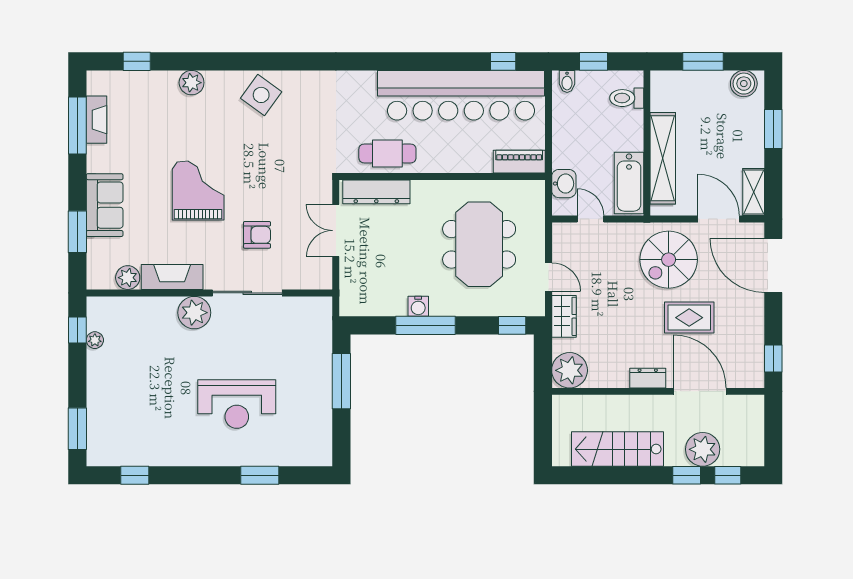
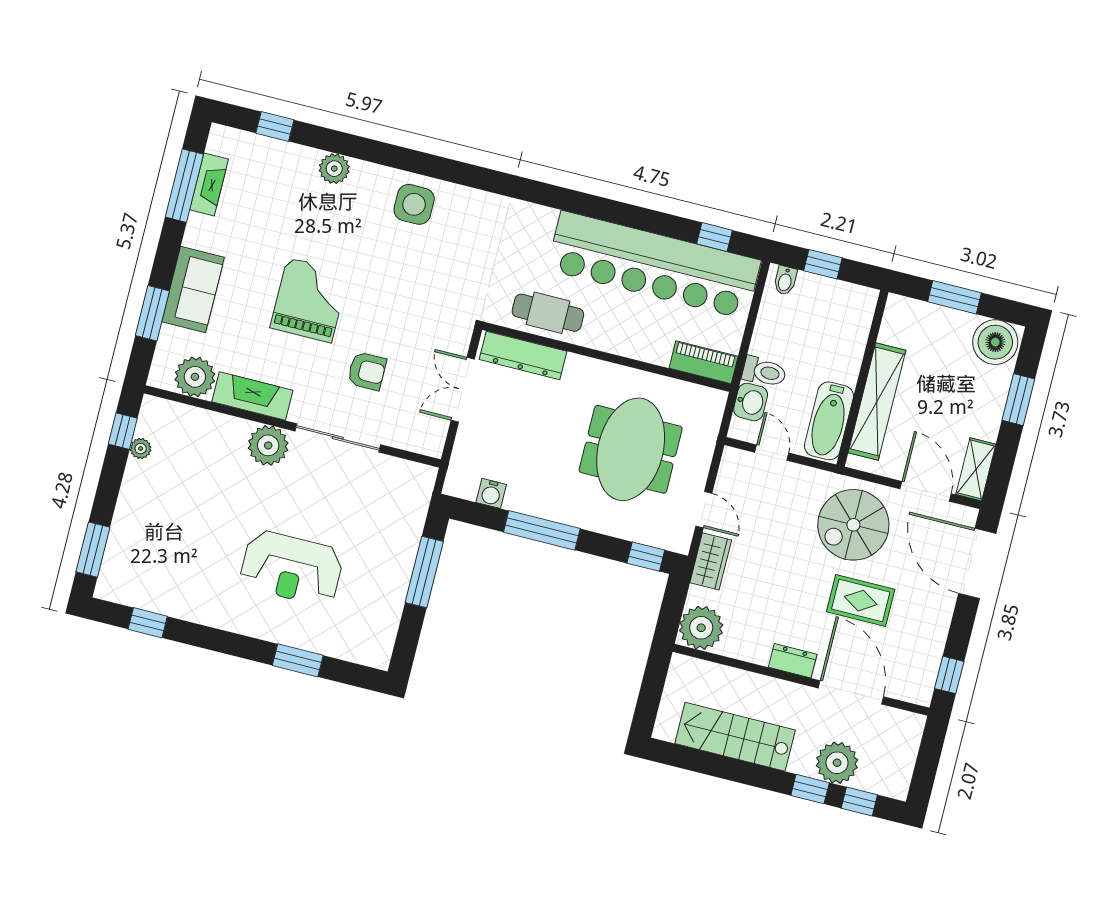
boiler: (744, 84) -> (995, 342), width x1.37, depth x1.37
side table: (261, 95) -> (414, 204), turned -36
toilet: (627, 98) -> (764, 372), moved, turned 180
plant: (128, 278) -> (195, 377), width x1.36, depth x1.36
water cooler: (418, 306) -> (491, 493), moved

